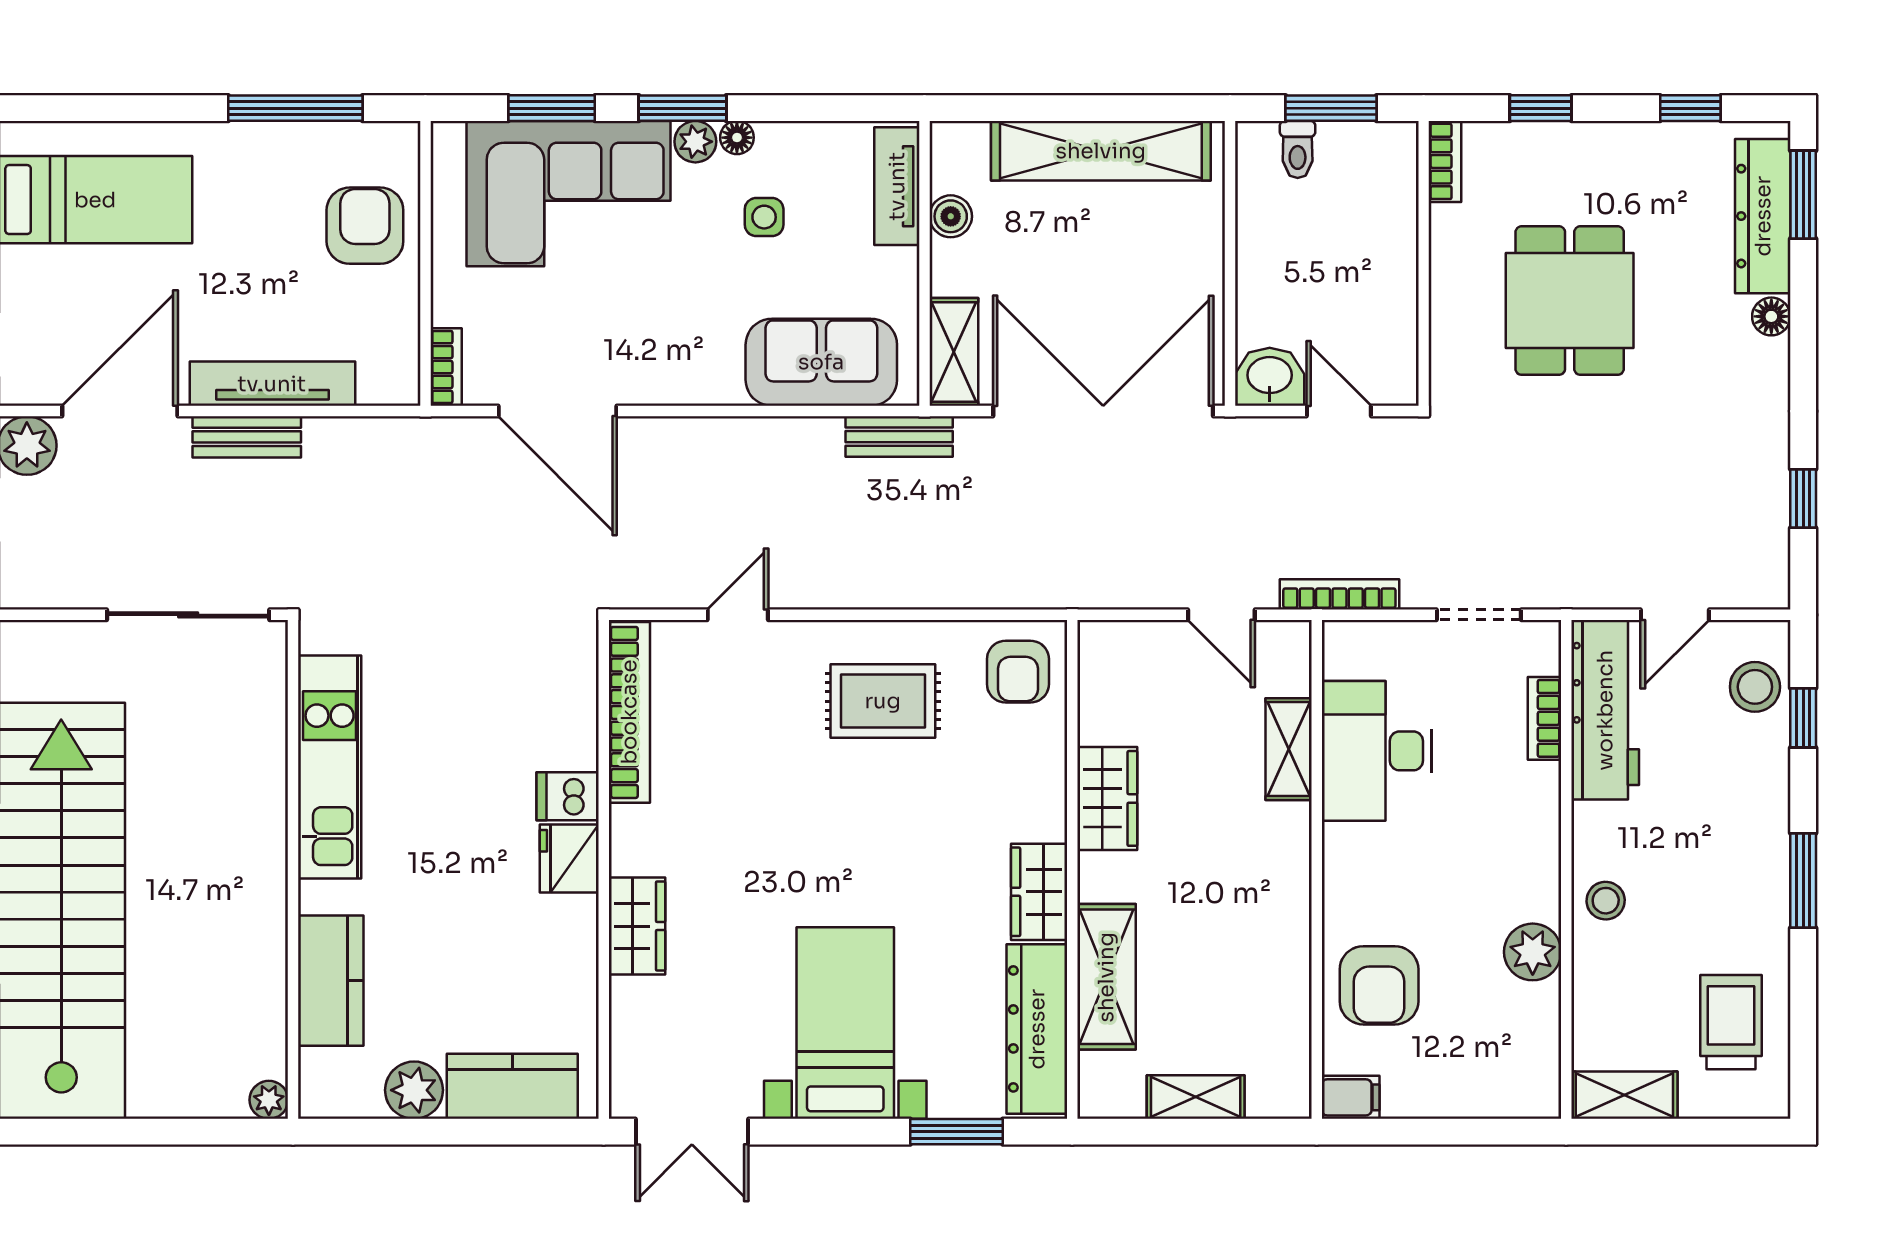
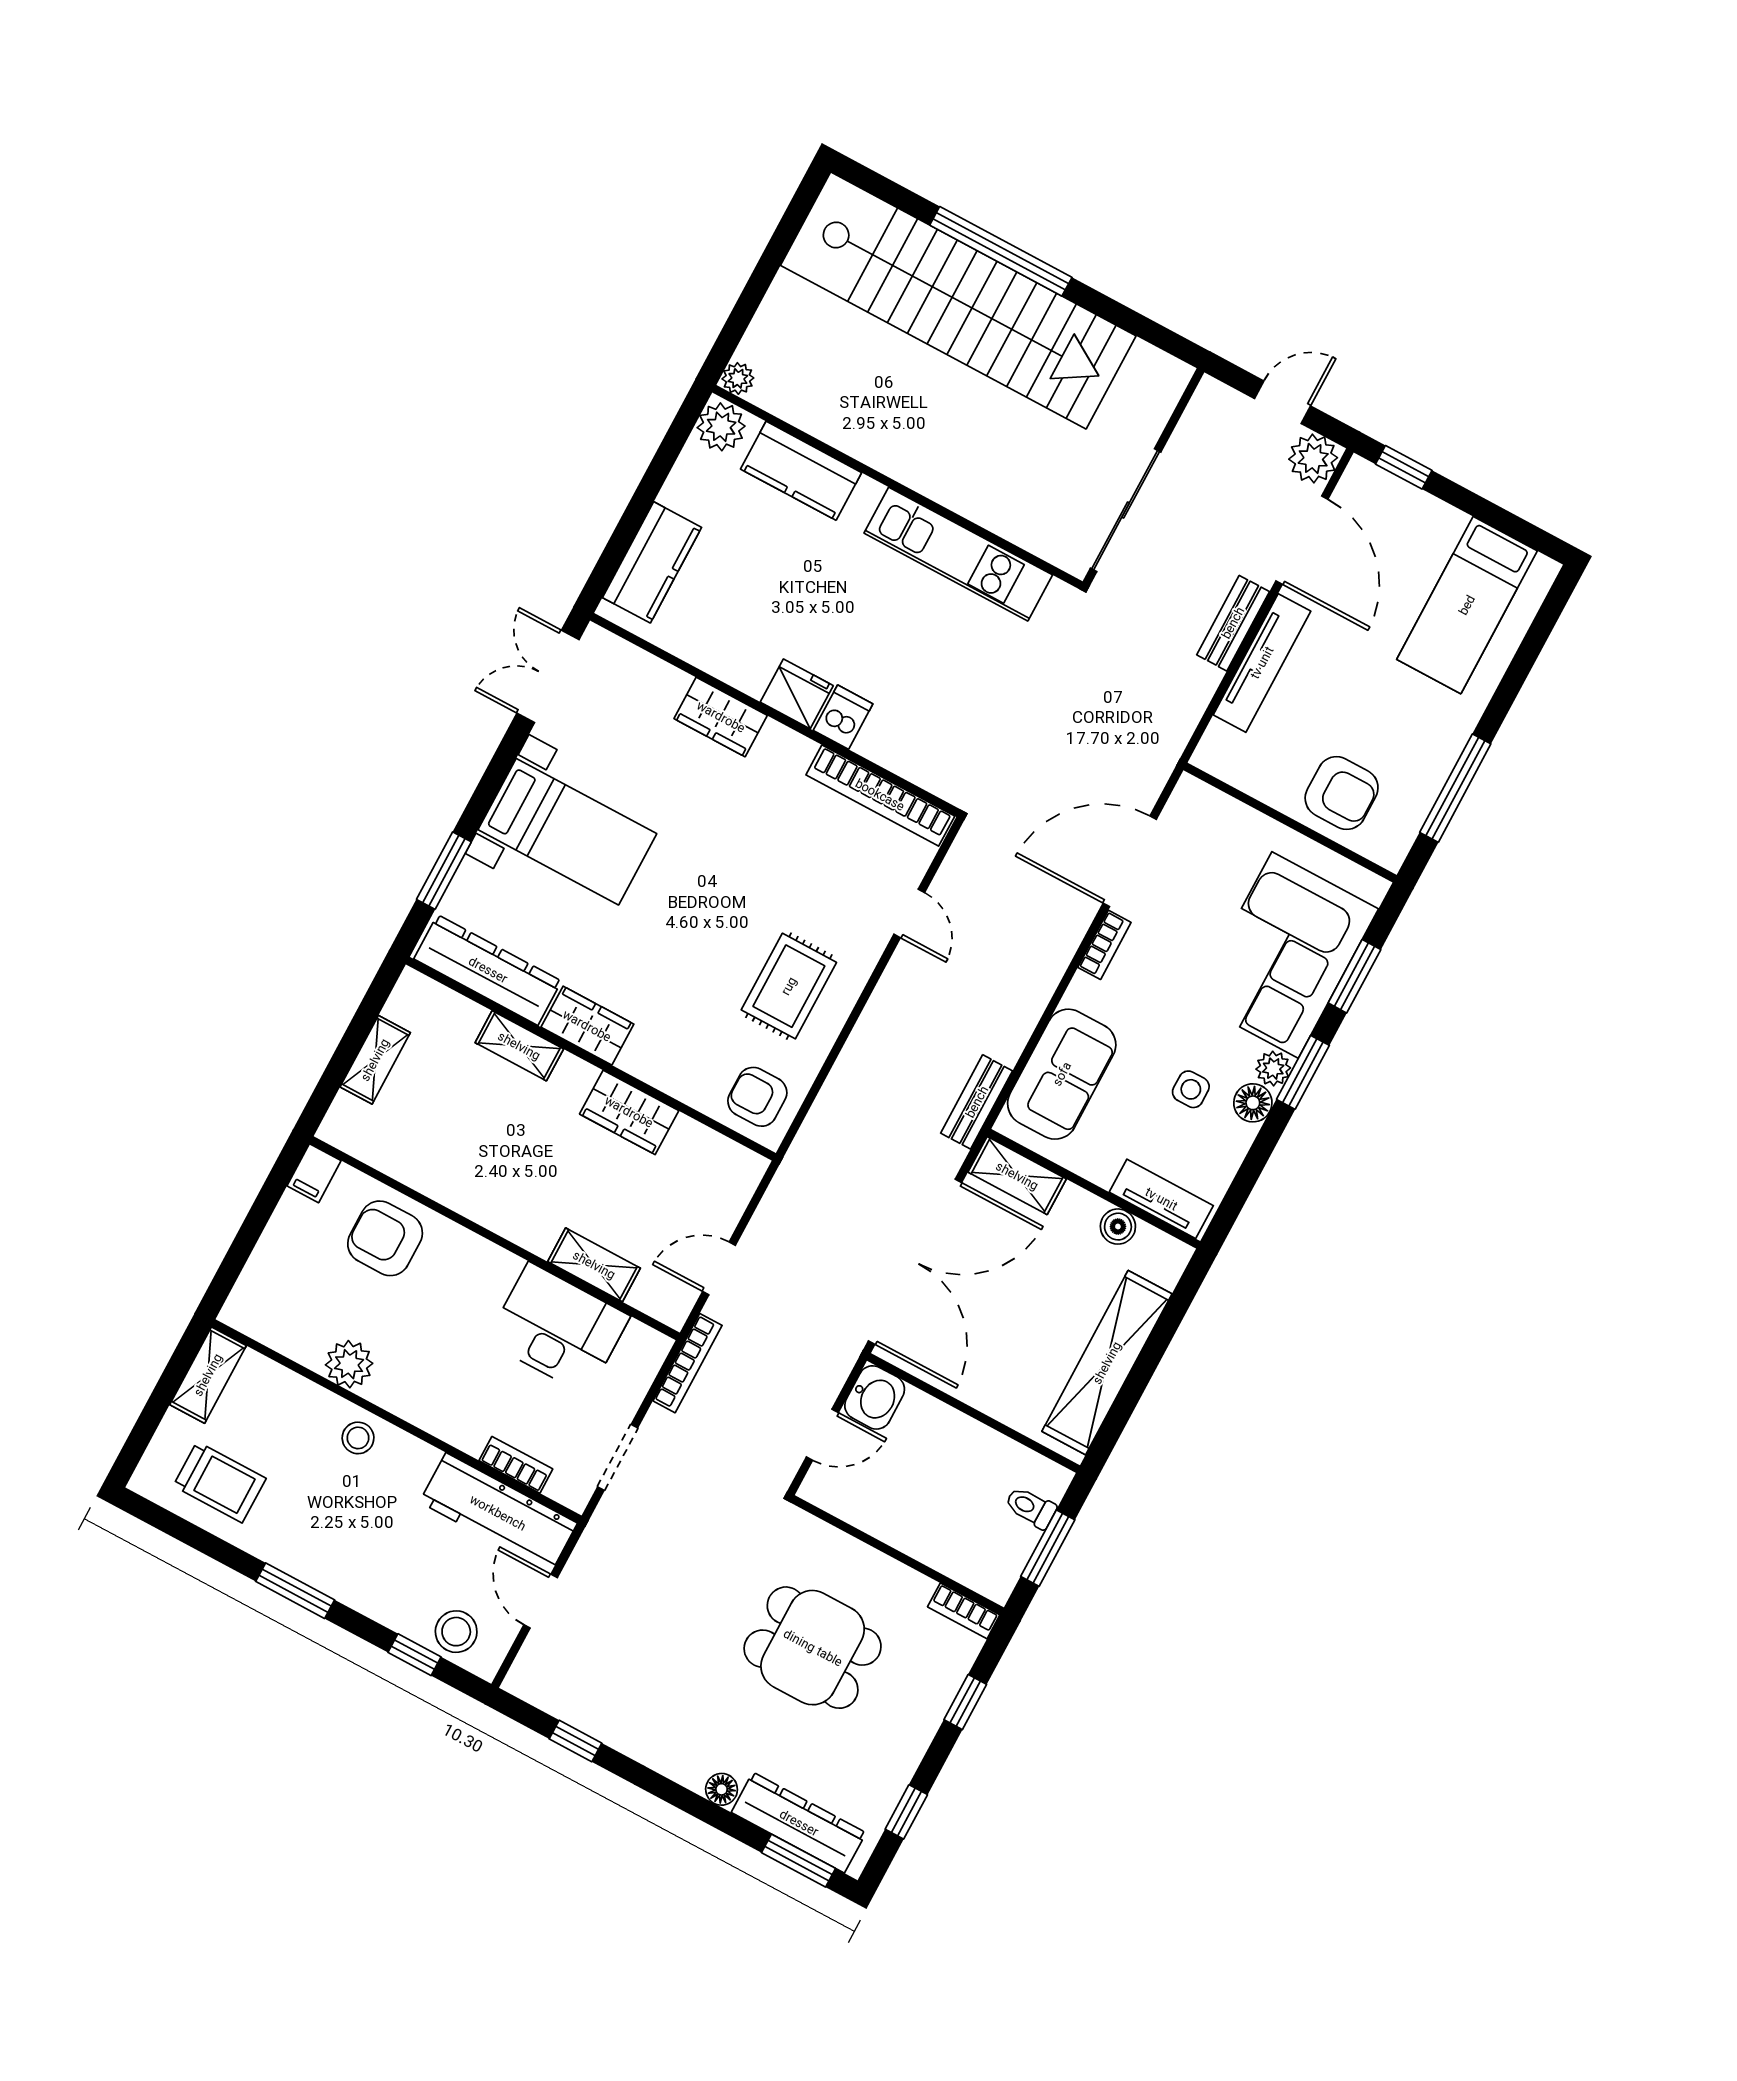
floor lamp: (737, 138) -> (1253, 1103), width x1.37, depth x1.37
bookcase: (446, 367) -> (1104, 945), moved, turned -90
shelving: (1106, 977) -> (519, 1046), width x0.67, depth x0.75
plant: (414, 1090) -> (721, 427), moved

